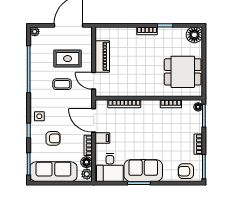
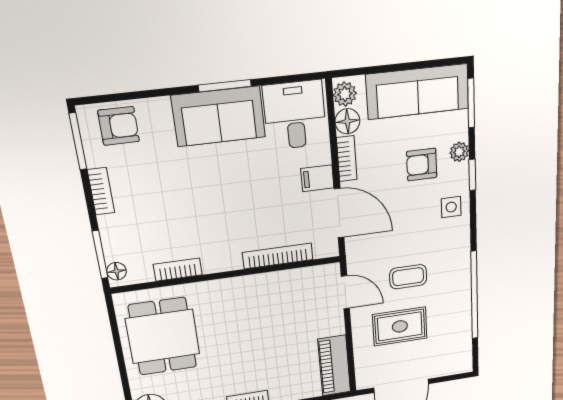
plant: (35, 32) -> (459, 152), moved
piano: (102, 56) -> (334, 366), moved
dining table: (183, 72) -> (163, 336), turned 90

